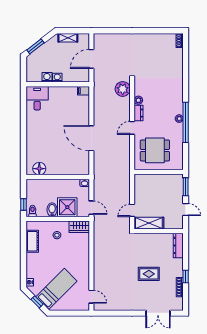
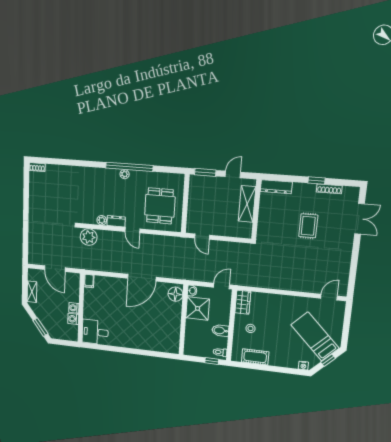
floor lamp: (39, 169) -> (175, 294), moved
shower: (67, 207) -> (198, 308), moved
door: (132, 210) -> (202, 237), moved
shelving: (149, 223) -> (247, 204), moved

